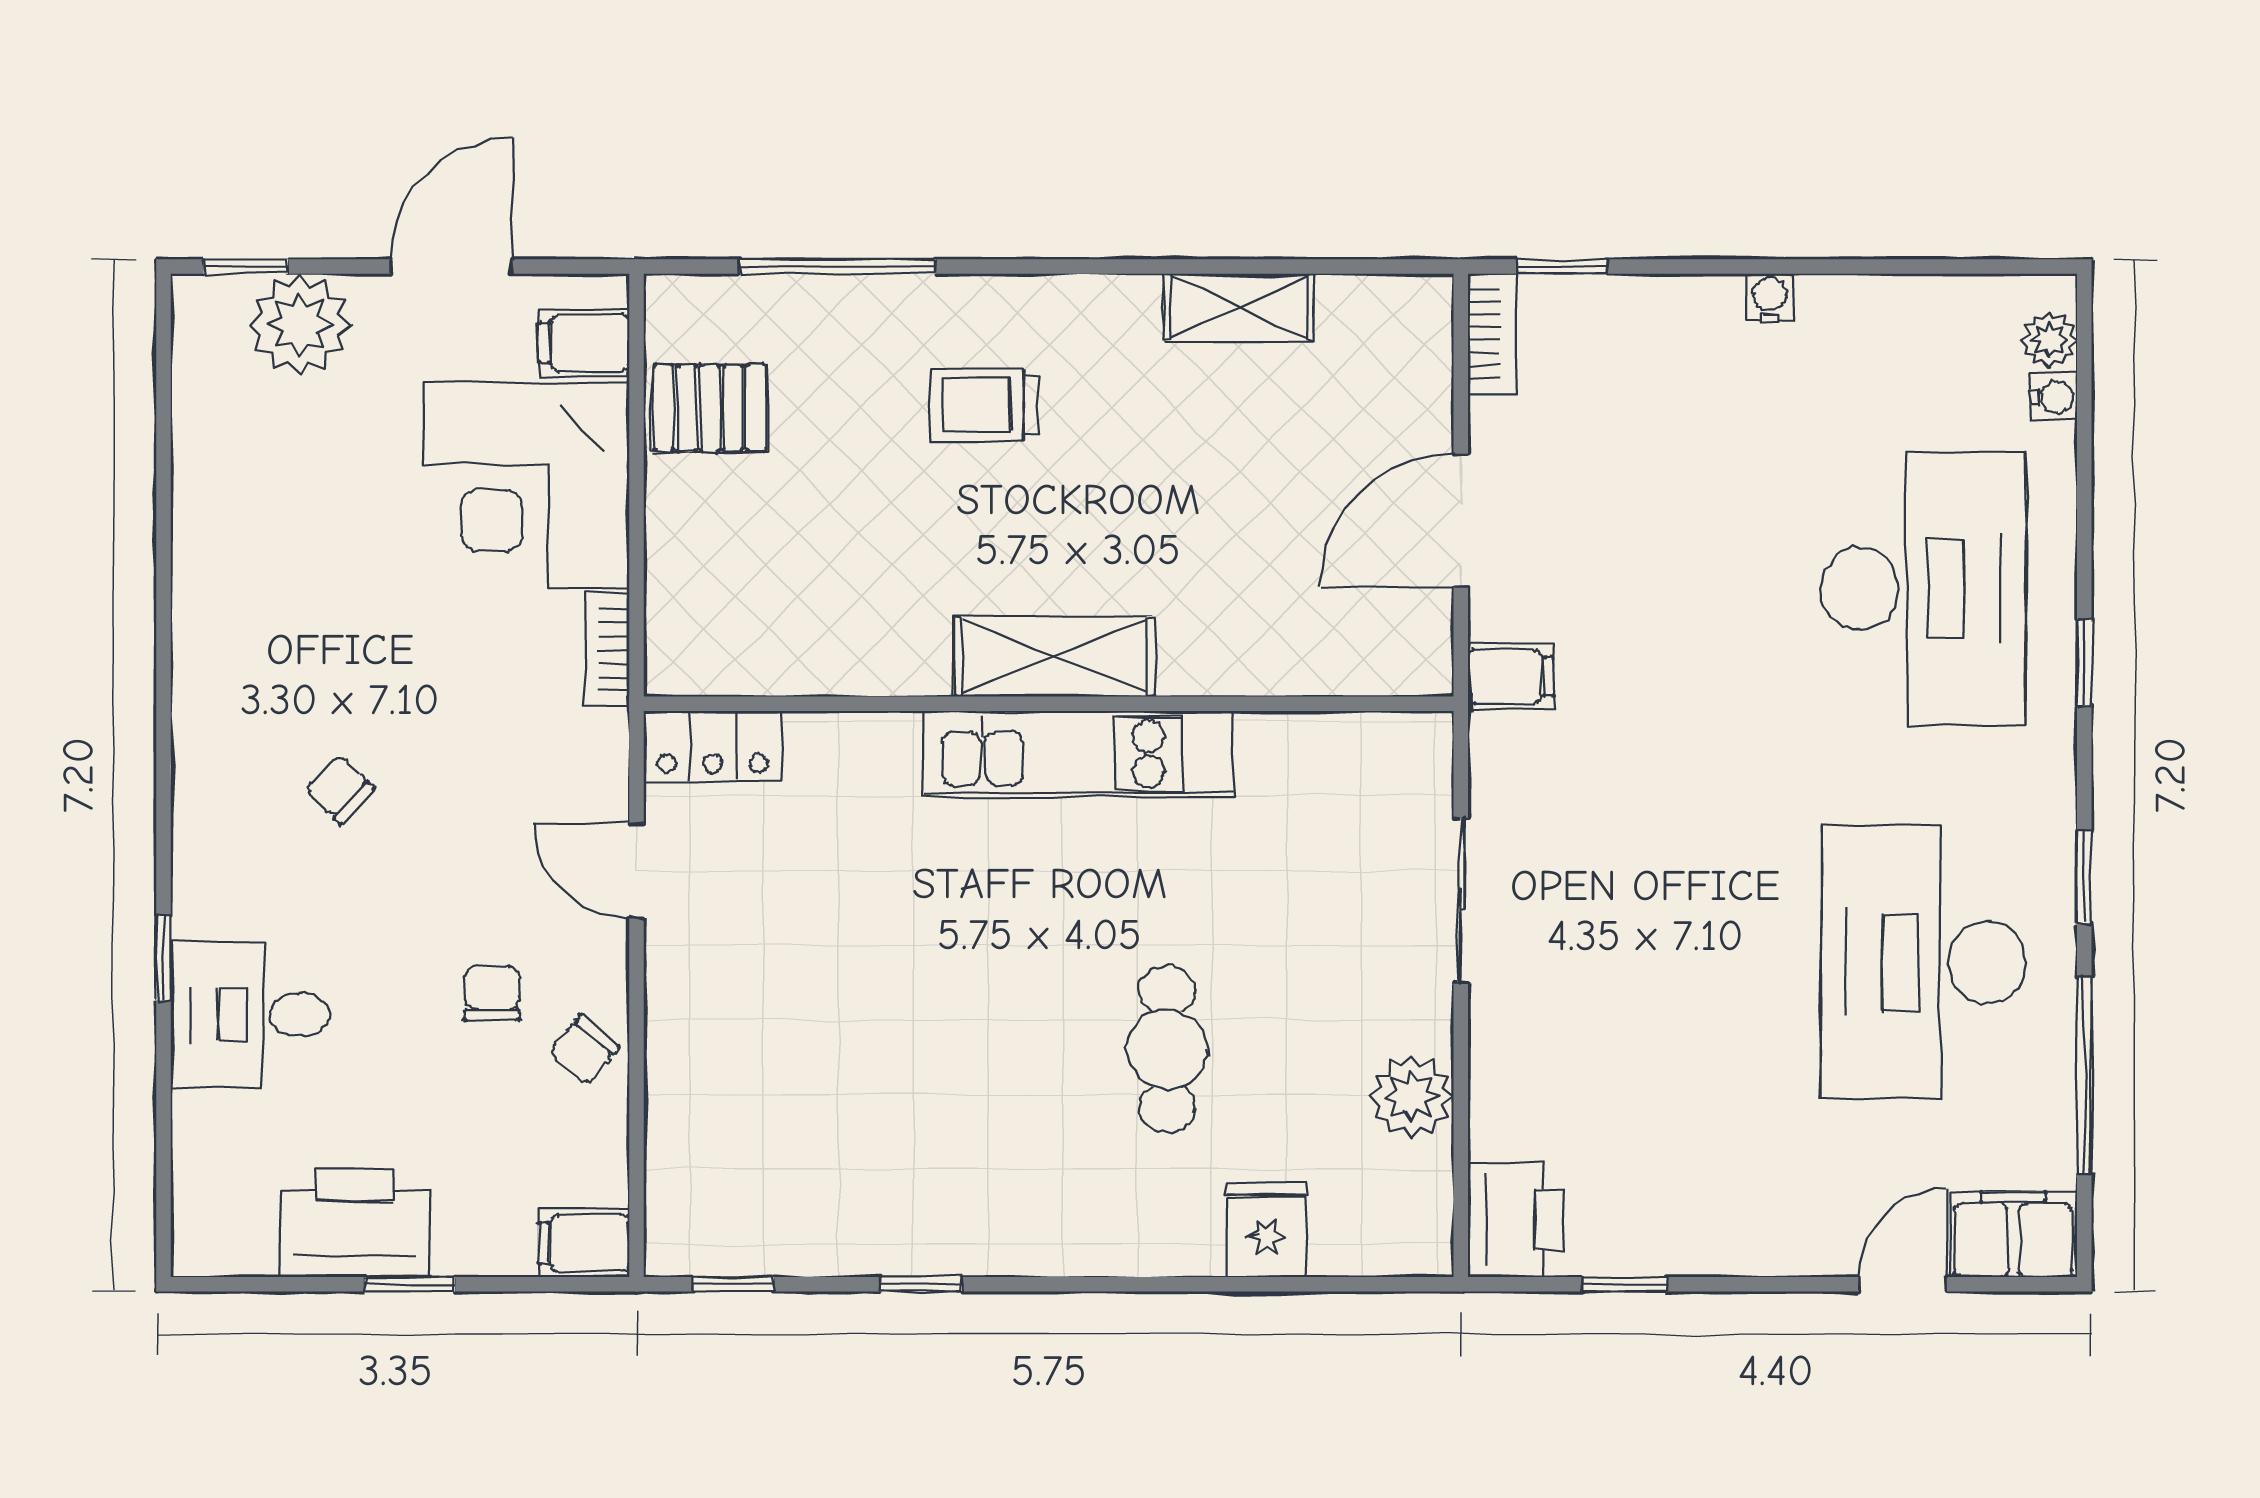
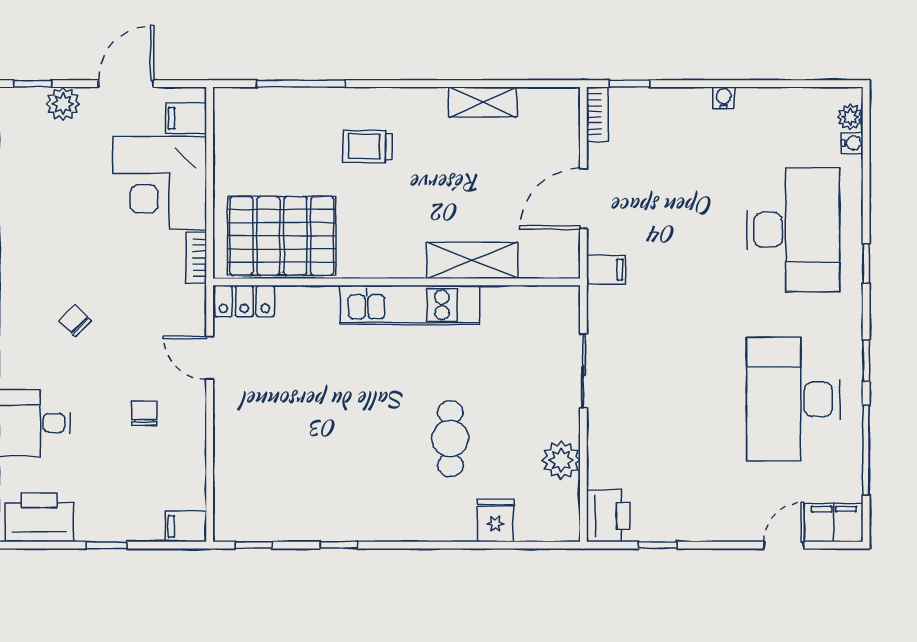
plant: (300, 325) -> (63, 104), width x0.73, depth x0.73
pallet: (710, 408) -> (282, 236), moved, width x2.05, depth x2.00
shelving: (1054, 657) -> (472, 261), moved
chair: (584, 1050) -> (186, 439), removed
printer: (355, 1223) -> (39, 517), moved

